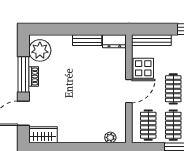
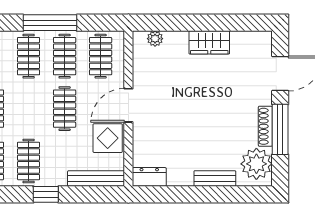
bench: (87, 40) -> (215, 179), moved
shoe rack: (34, 77) -> (265, 126), width x1.43
wardrobe: (43, 135) -> (209, 42), moved

